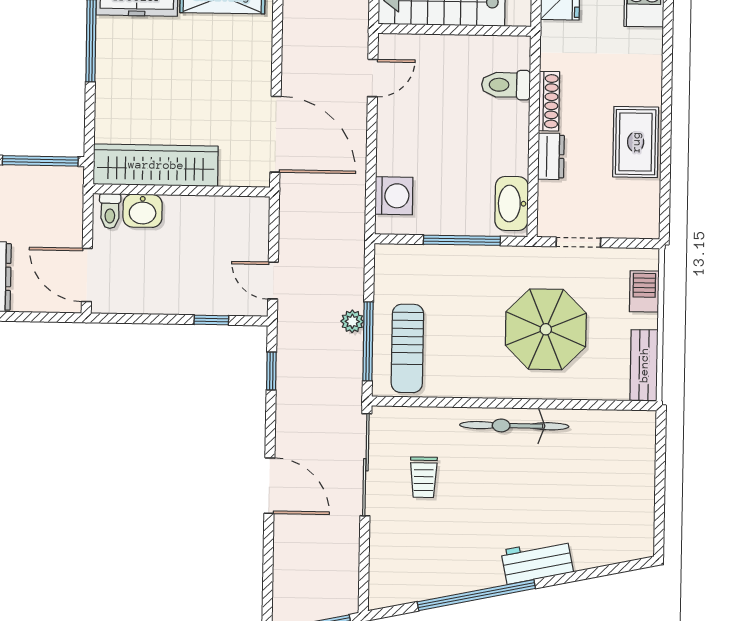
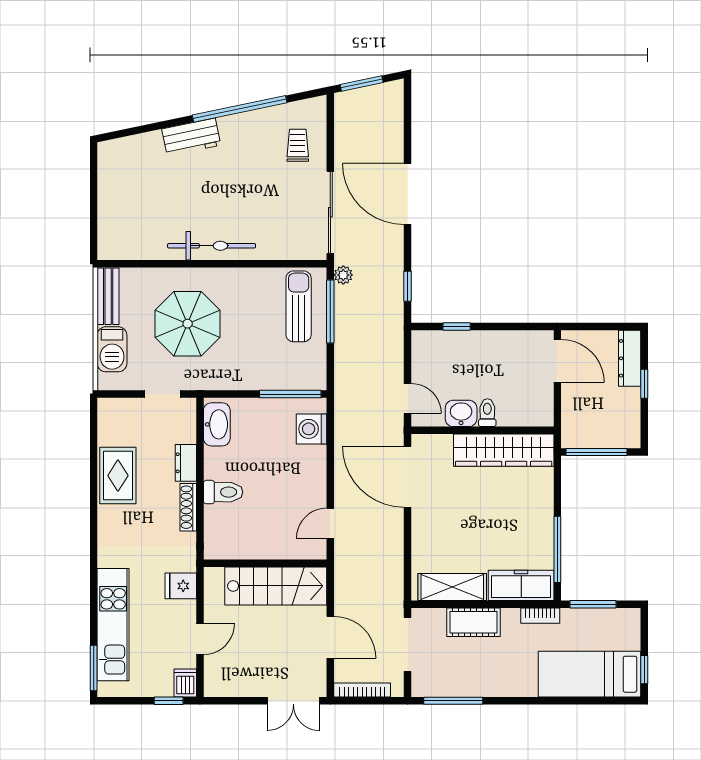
toilet: (506, 85) -> (223, 492), moved
toilet: (110, 211) -> (487, 413), moved
washbasin: (143, 211) -> (461, 413), moved
window: (462, 240) -> (290, 394), moved
door: (273, 281) -> (408, 398), moved
barbecue: (644, 291) -> (112, 349), width x1.38, depth x1.27
plant: (352, 321) -> (343, 275), moved
trolley: (424, 477) -> (298, 145), moved
door: (269, 486) -> (408, 194), width x1.36

